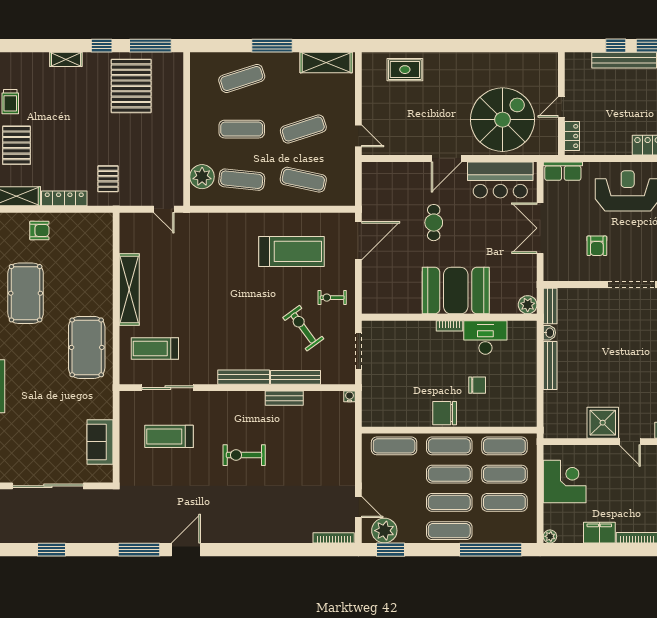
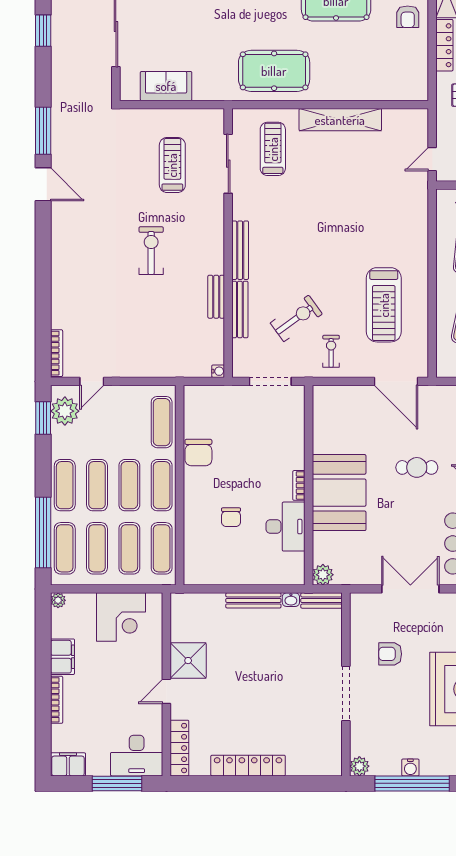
chair: (445, 413) -> (198, 453), moved, turned 180
exercise mat: (504, 531) -> (65, 548), added

